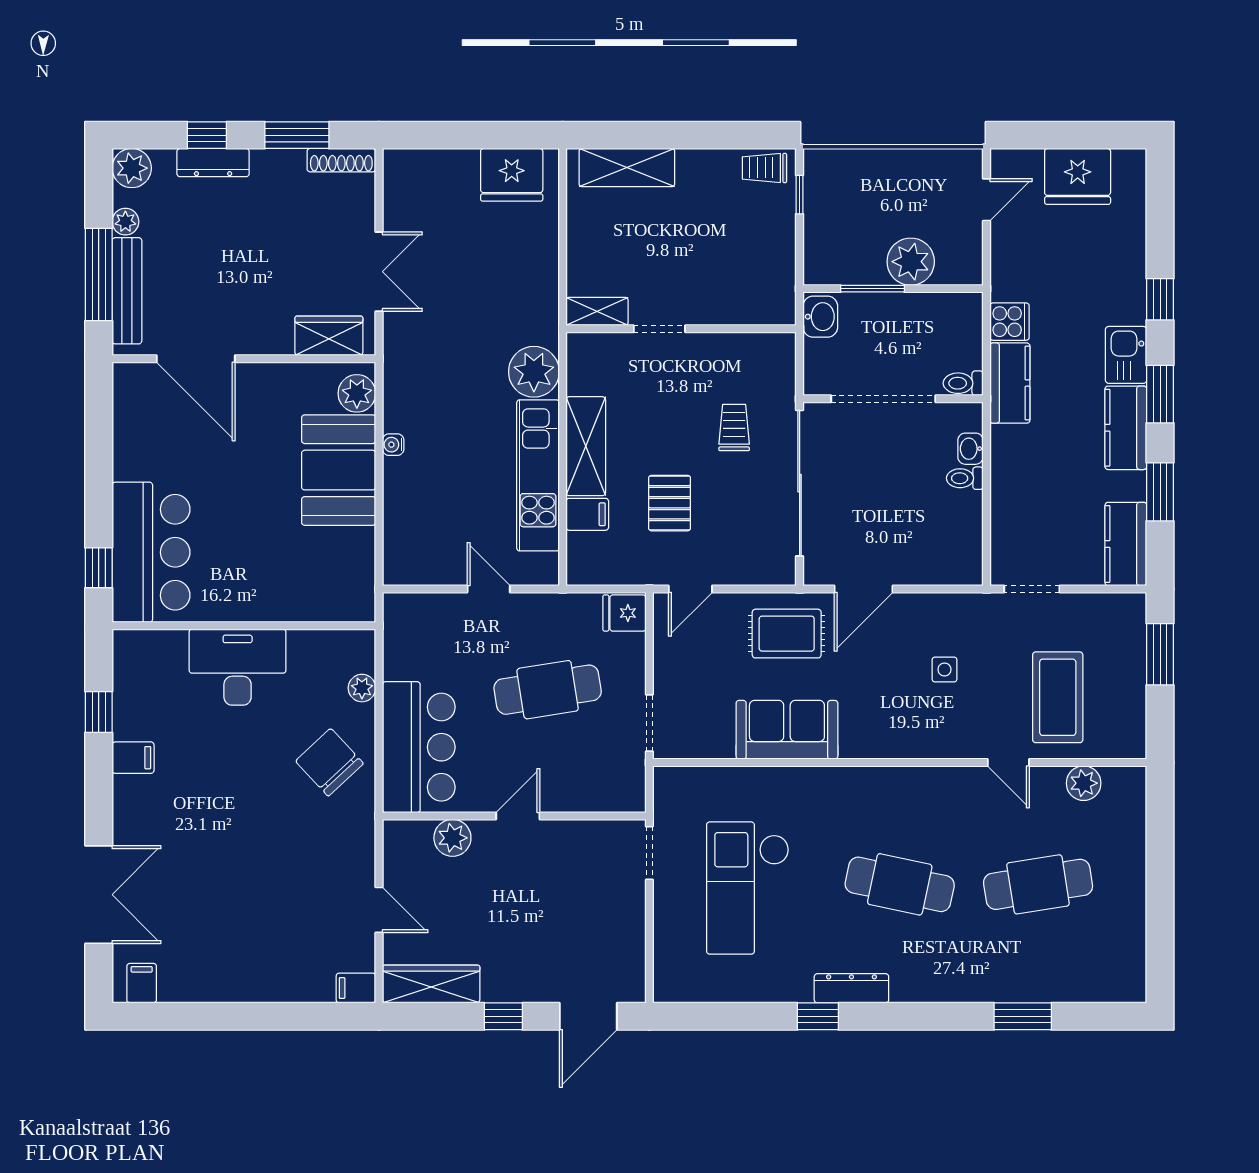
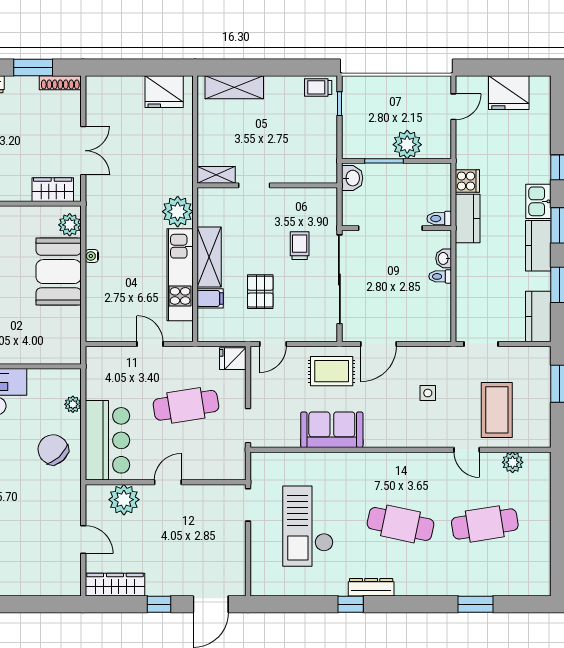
plant: (452, 838) -> (124, 500), width x1.36, depth x1.36
filing cabinet: (356, 988) -> (69, 587), removed

